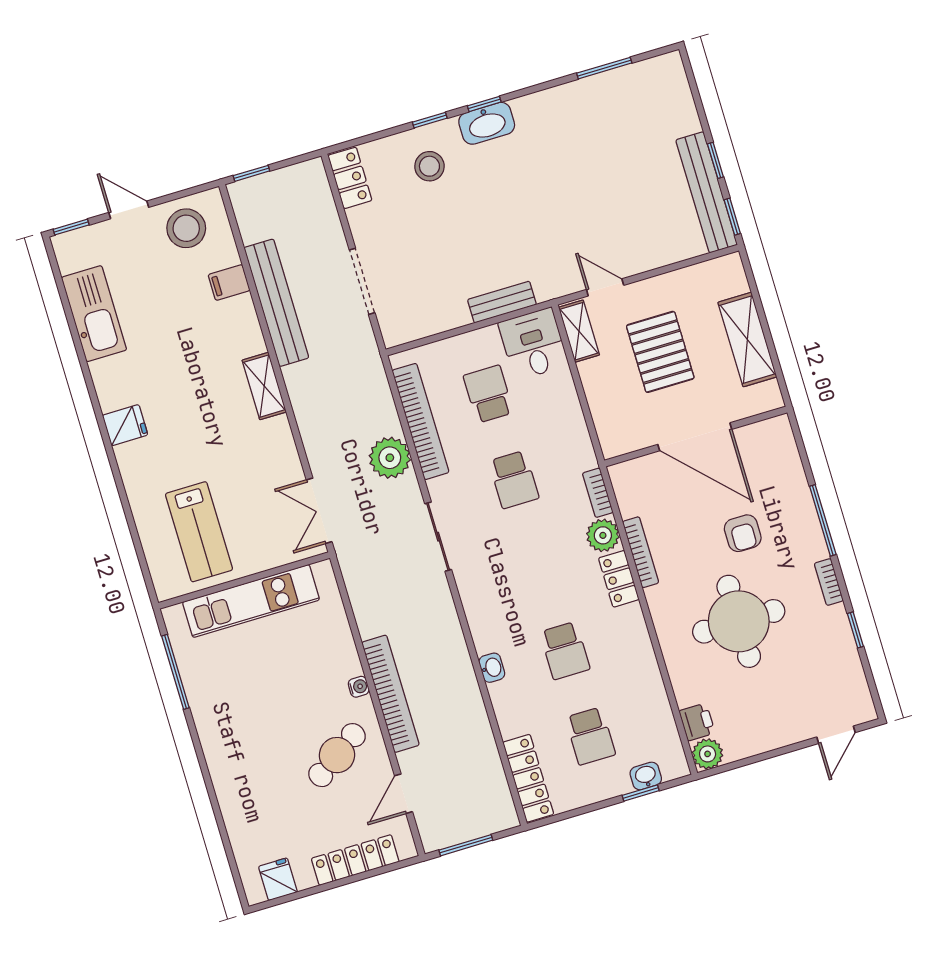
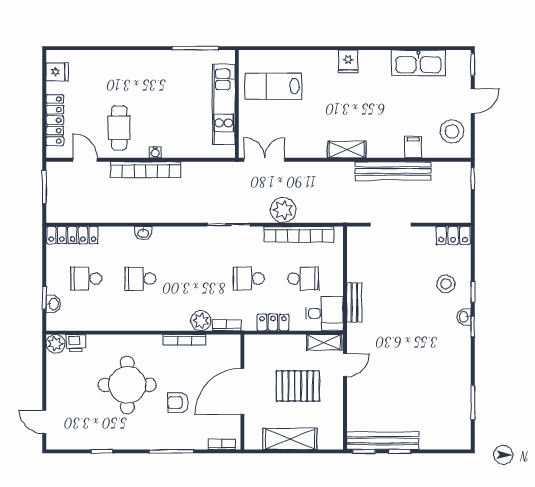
washbasin: (487, 123) -> (464, 317), width x0.52, depth x0.69
locker: (619, 579) -> (273, 322), moved
bookcase: (829, 582) -> (222, 444), moved
cafe table: (337, 755) -> (119, 128), turned 34

